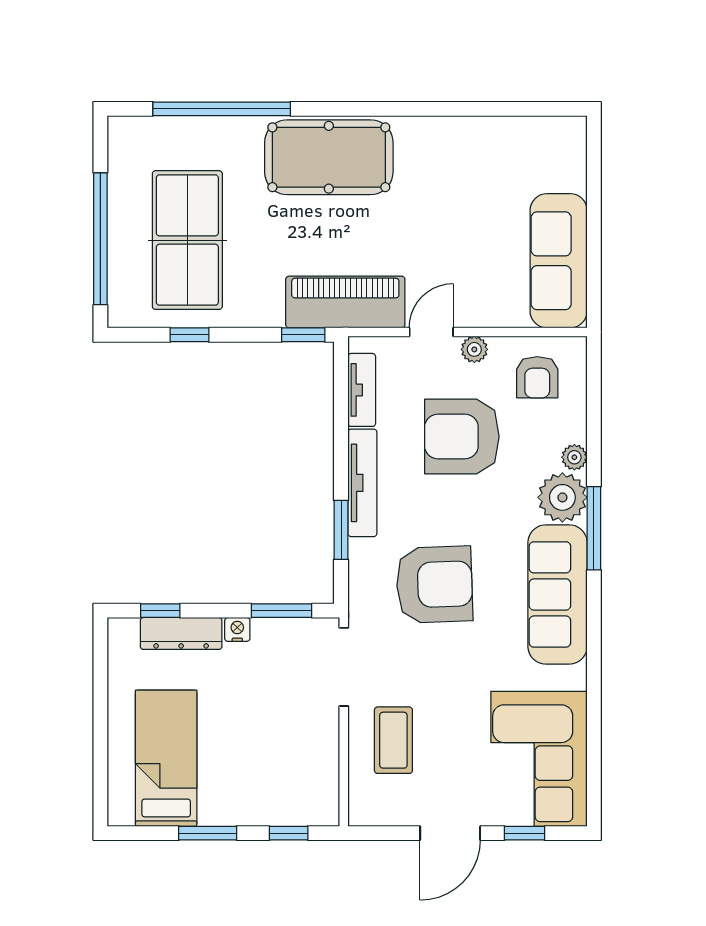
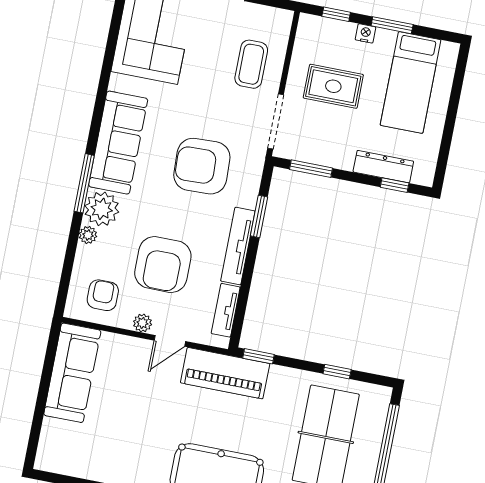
armchair: (462, 437) -> (163, 265), turned 90
nightstand: (237, 629) -> (365, 33), moved, turned 180
rug: (273, 732) -> (333, 86), added

